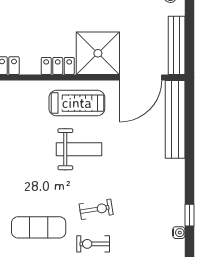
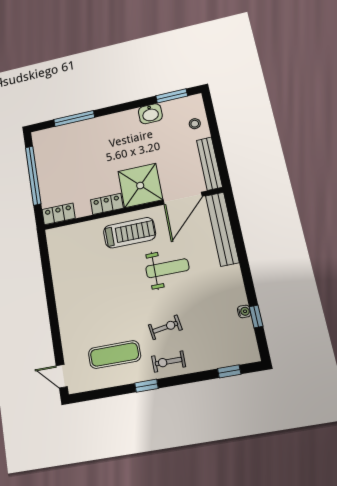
weight bench: (79, 149) -> (167, 268), moved
water cooler: (179, 233) -> (244, 311), moved

